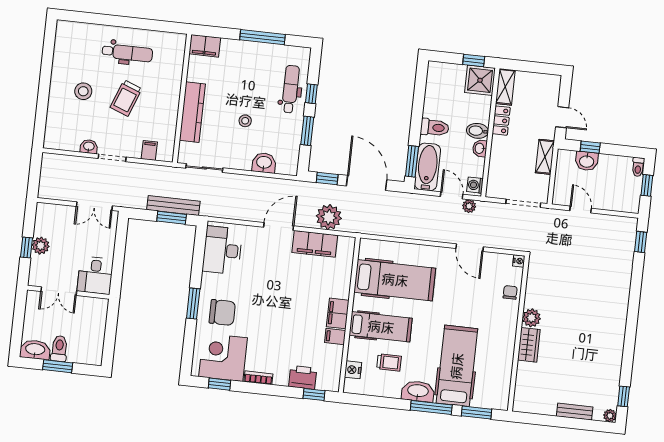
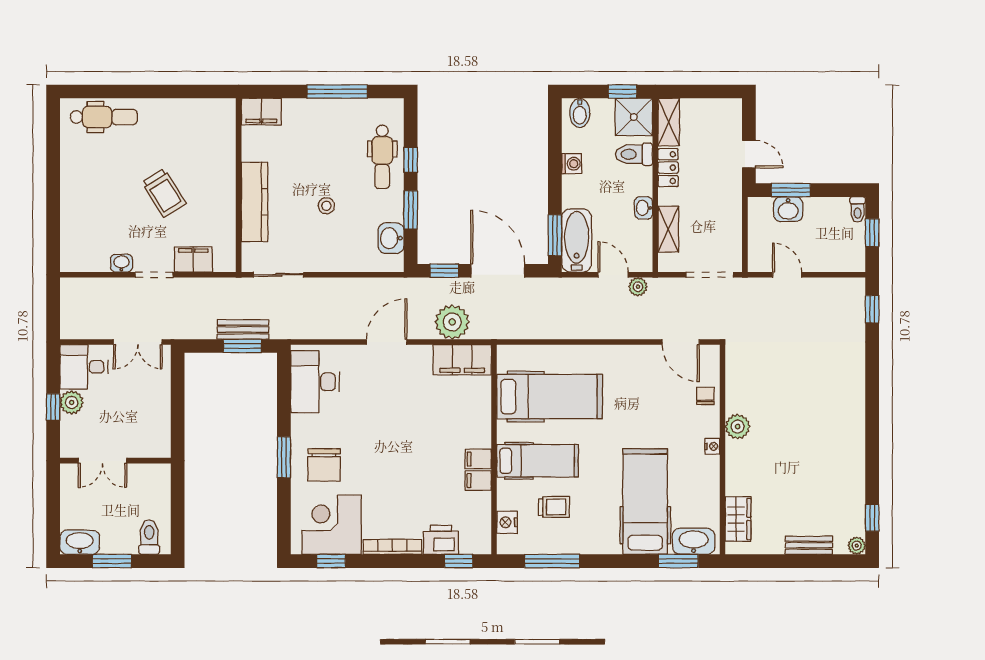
dental chair: (127, 53) -> (104, 117), moved
dental chair: (290, 89) -> (382, 157), turned 180
stool: (83, 91) -> (106, 190), removed
trolley: (126, 98) -> (164, 193), turned -53
toilet: (435, 128) -> (634, 154), moved, turned 180
bidet: (478, 131) -> (580, 113), moved, turned -90
window: (590, 147) -> (791, 190), width x1.50
filing cabinet: (149, 150) -> (193, 259), width x2.00
shelving: (545, 157) -> (668, 229), moved
washbasin: (264, 163) -> (391, 238), moved, turned -90
washing machine: (475, 185) -> (572, 164), moved, turned 180
bench: (173, 206) -> (243, 329), width x0.73
filing cabinet: (315, 244) -> (462, 360), moved
door: (470, 248) -> (681, 342), moved
nightstand: (519, 261) -> (712, 446), moved
desk: (95, 275) -> (84, 367), moved, turned 90
chair: (222, 312) -> (324, 465), turned 90
filing cabinet: (338, 313) -> (478, 459), width x0.50
wardrobe: (529, 345) -> (738, 519), moved
toilet: (59, 349) -> (149, 537), moved
bookcase: (258, 378) -> (392, 547), width x1.56
washbasin: (418, 391) -> (694, 541), moved
window: (431, 408) -> (552, 561), moved

